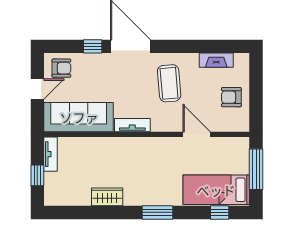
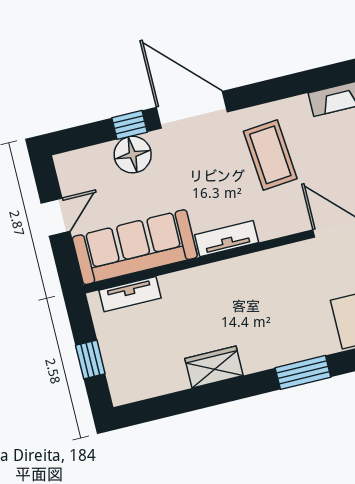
floor lamp: (90, 64) -> (133, 155), added
armchair: (61, 68) -> (87, 173), removed
tv unit: (51, 154) -> (130, 294), moved, turned 90

